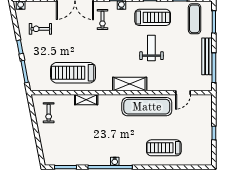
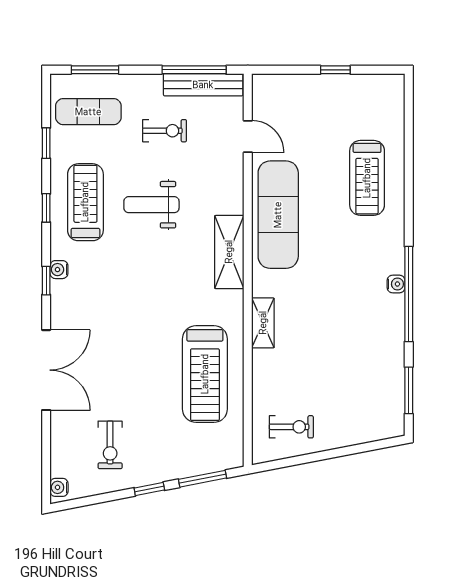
exercise bike: (102, 20) -> (165, 131), moved
bench: (207, 56) -> (203, 85), moved
shelving: (86, 100) -> (263, 323), moved

